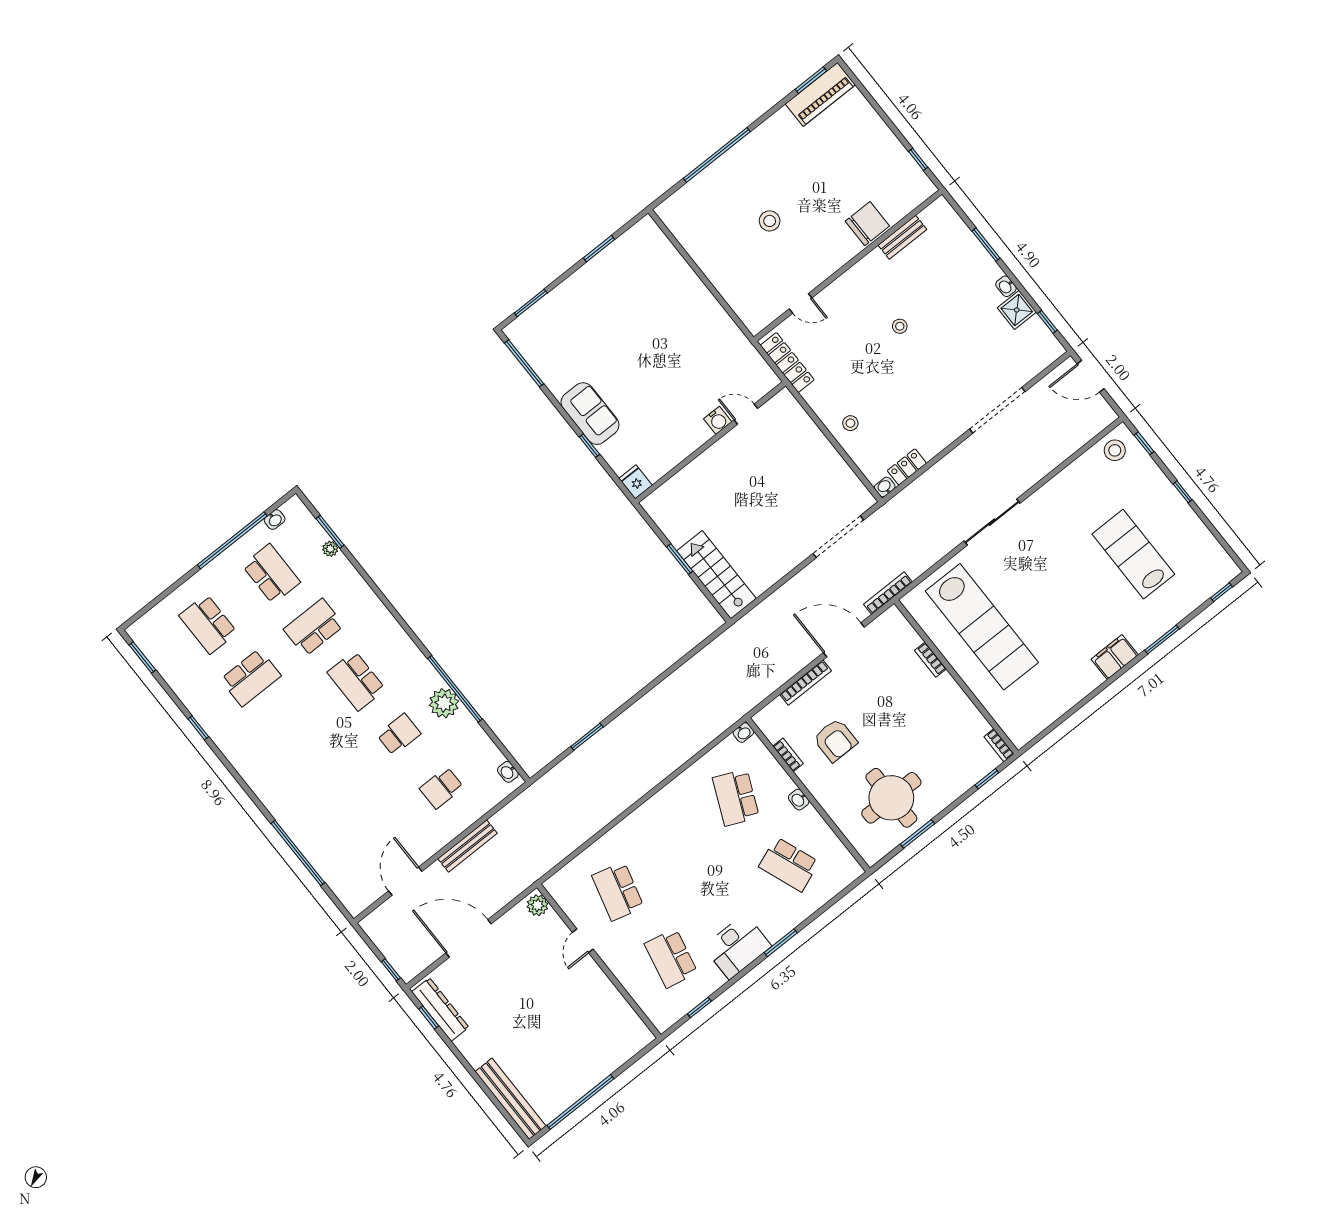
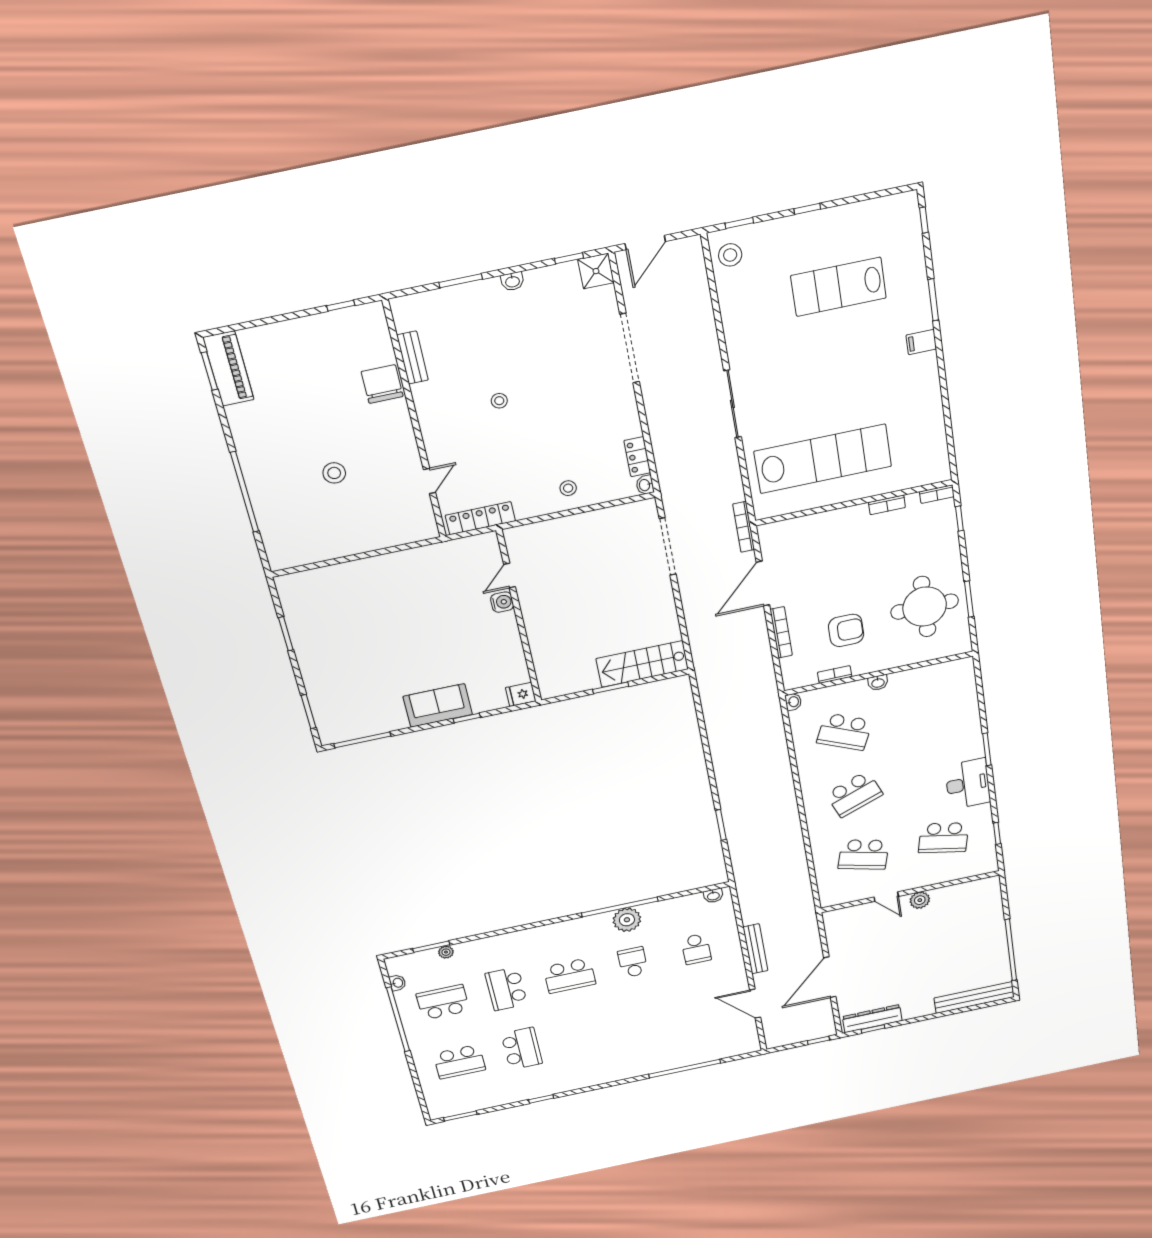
shower: (1017, 310) -> (596, 271), moved
filing cabinet: (1115, 657) -> (921, 342), width x0.50
bookcase: (930, 660) -> (887, 505), moved
school desk: (789, 864) -> (854, 794), moved
plant: (538, 905) -> (920, 900), moved

